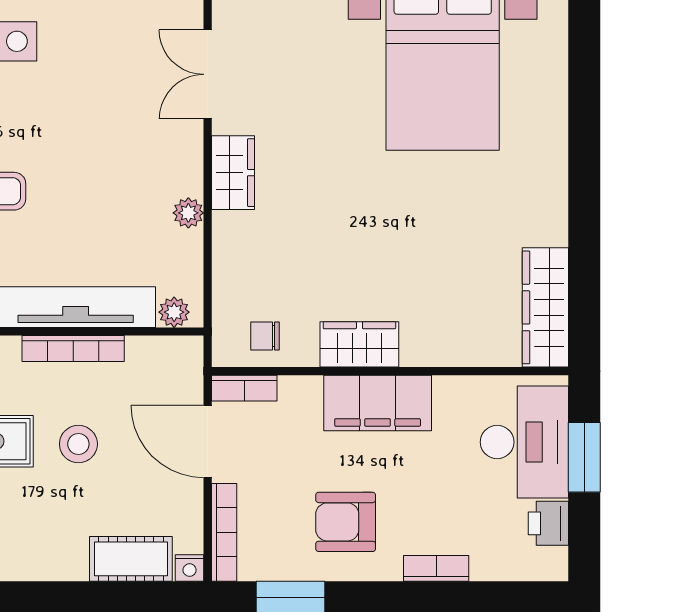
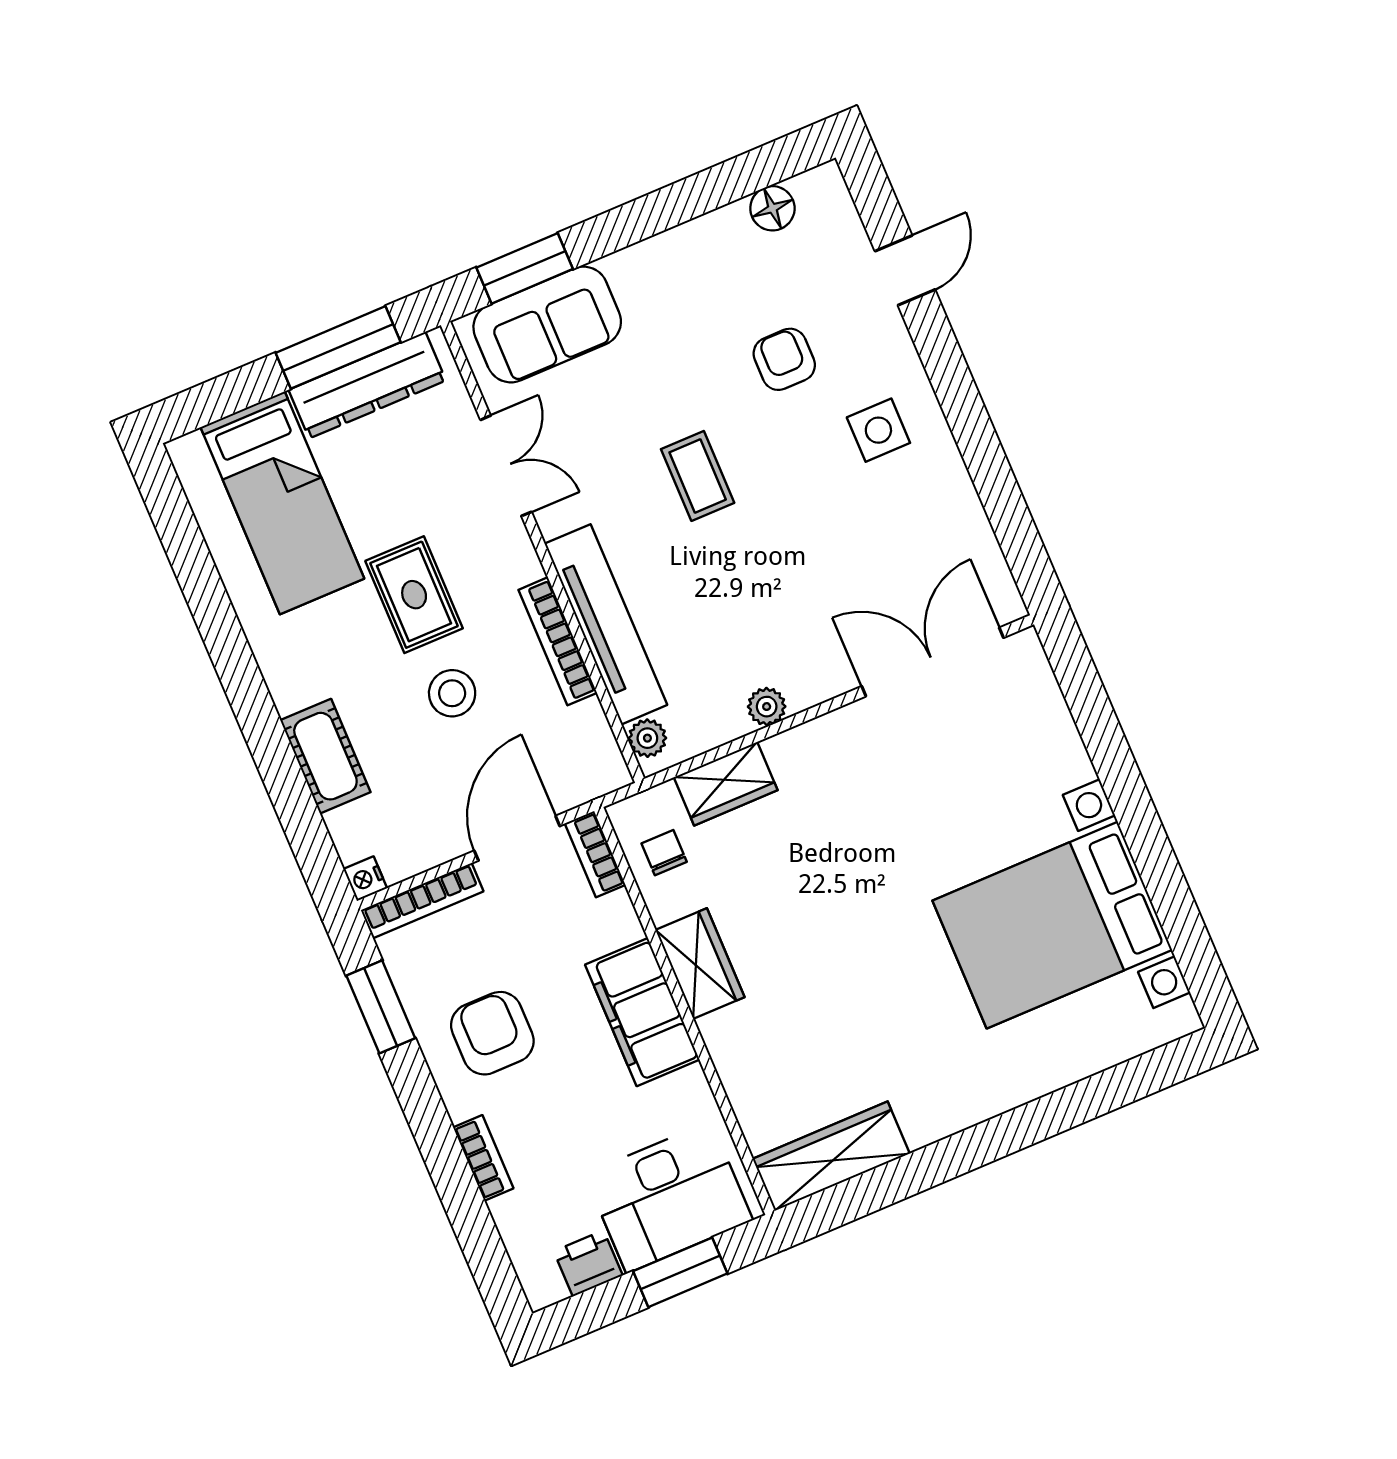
double door: (208, 74) -> (933, 662), width x1.37
wardrobe: (233, 173) -> (726, 784), moved
cot: (131, 559) -> (325, 756), moved

